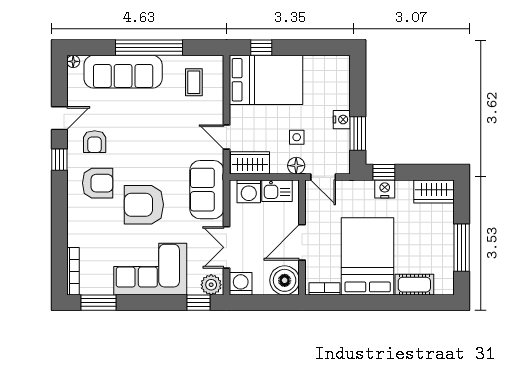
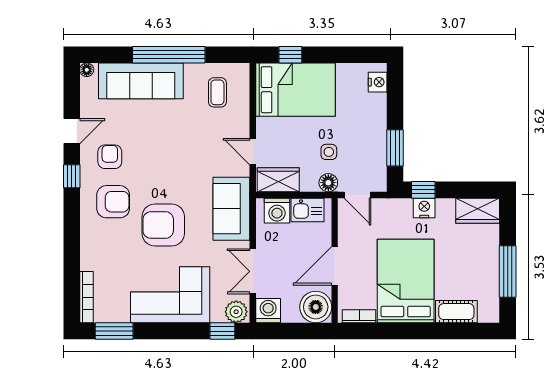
nightstand: (342, 120) -> (378, 82), moved
armchair: (95, 142) -> (110, 157), turned 180

